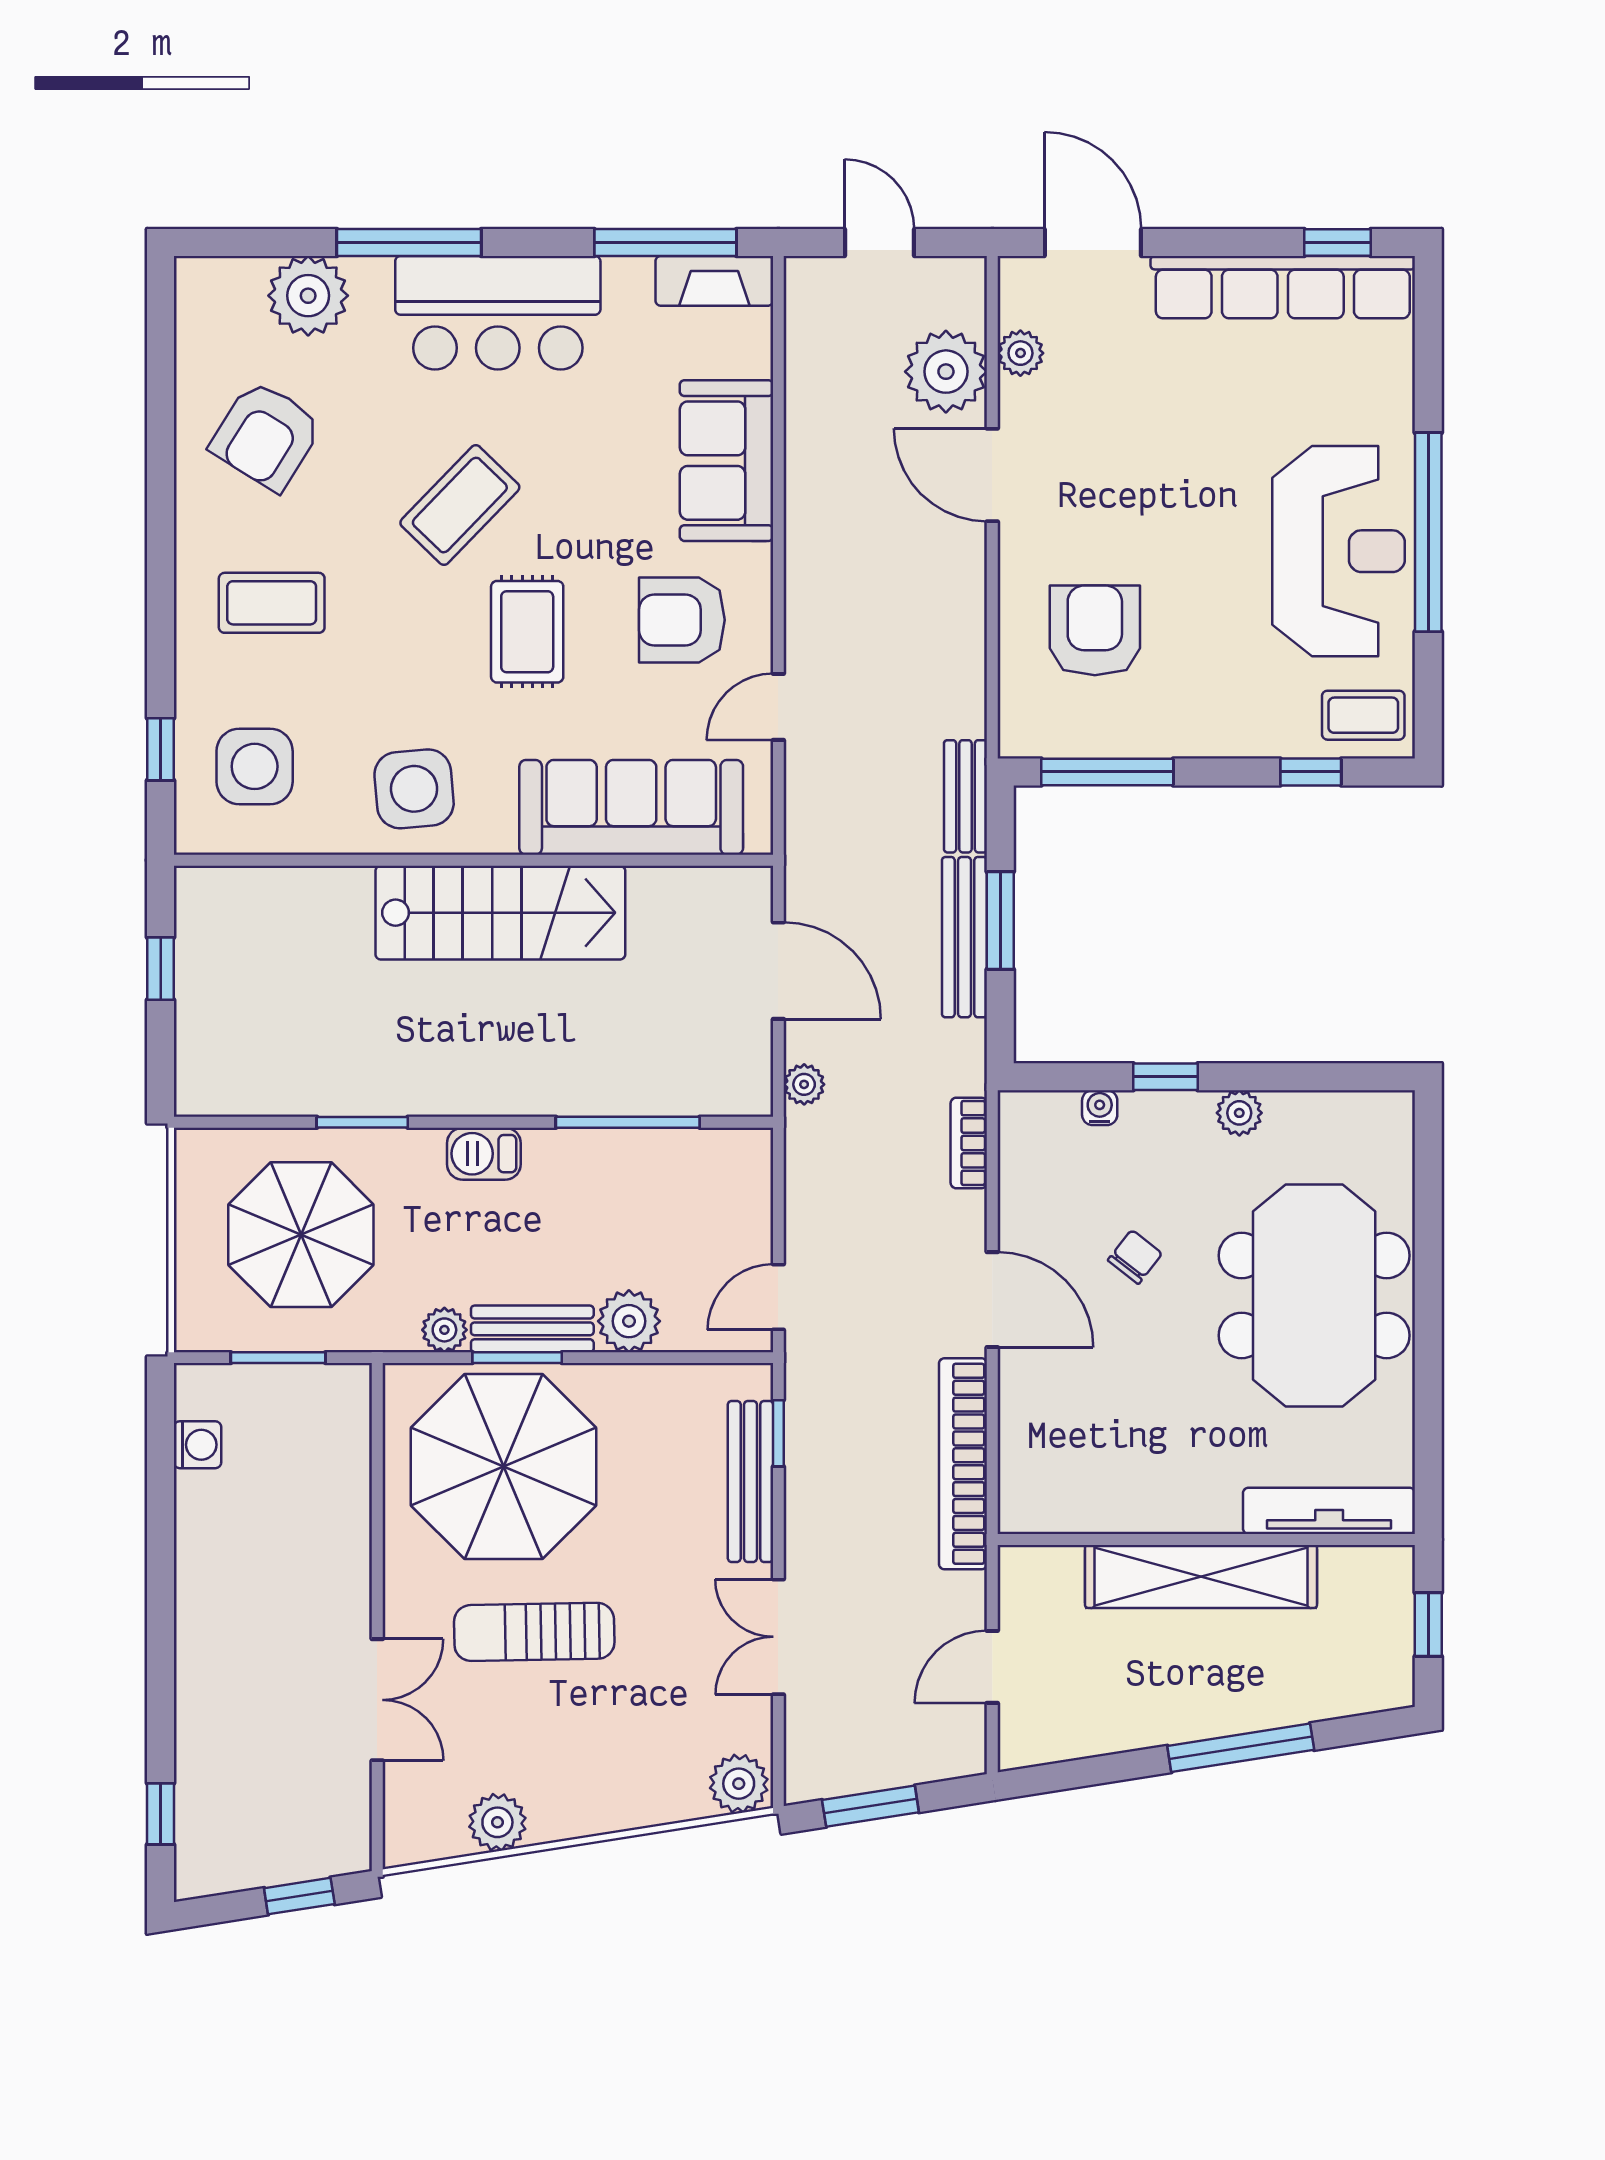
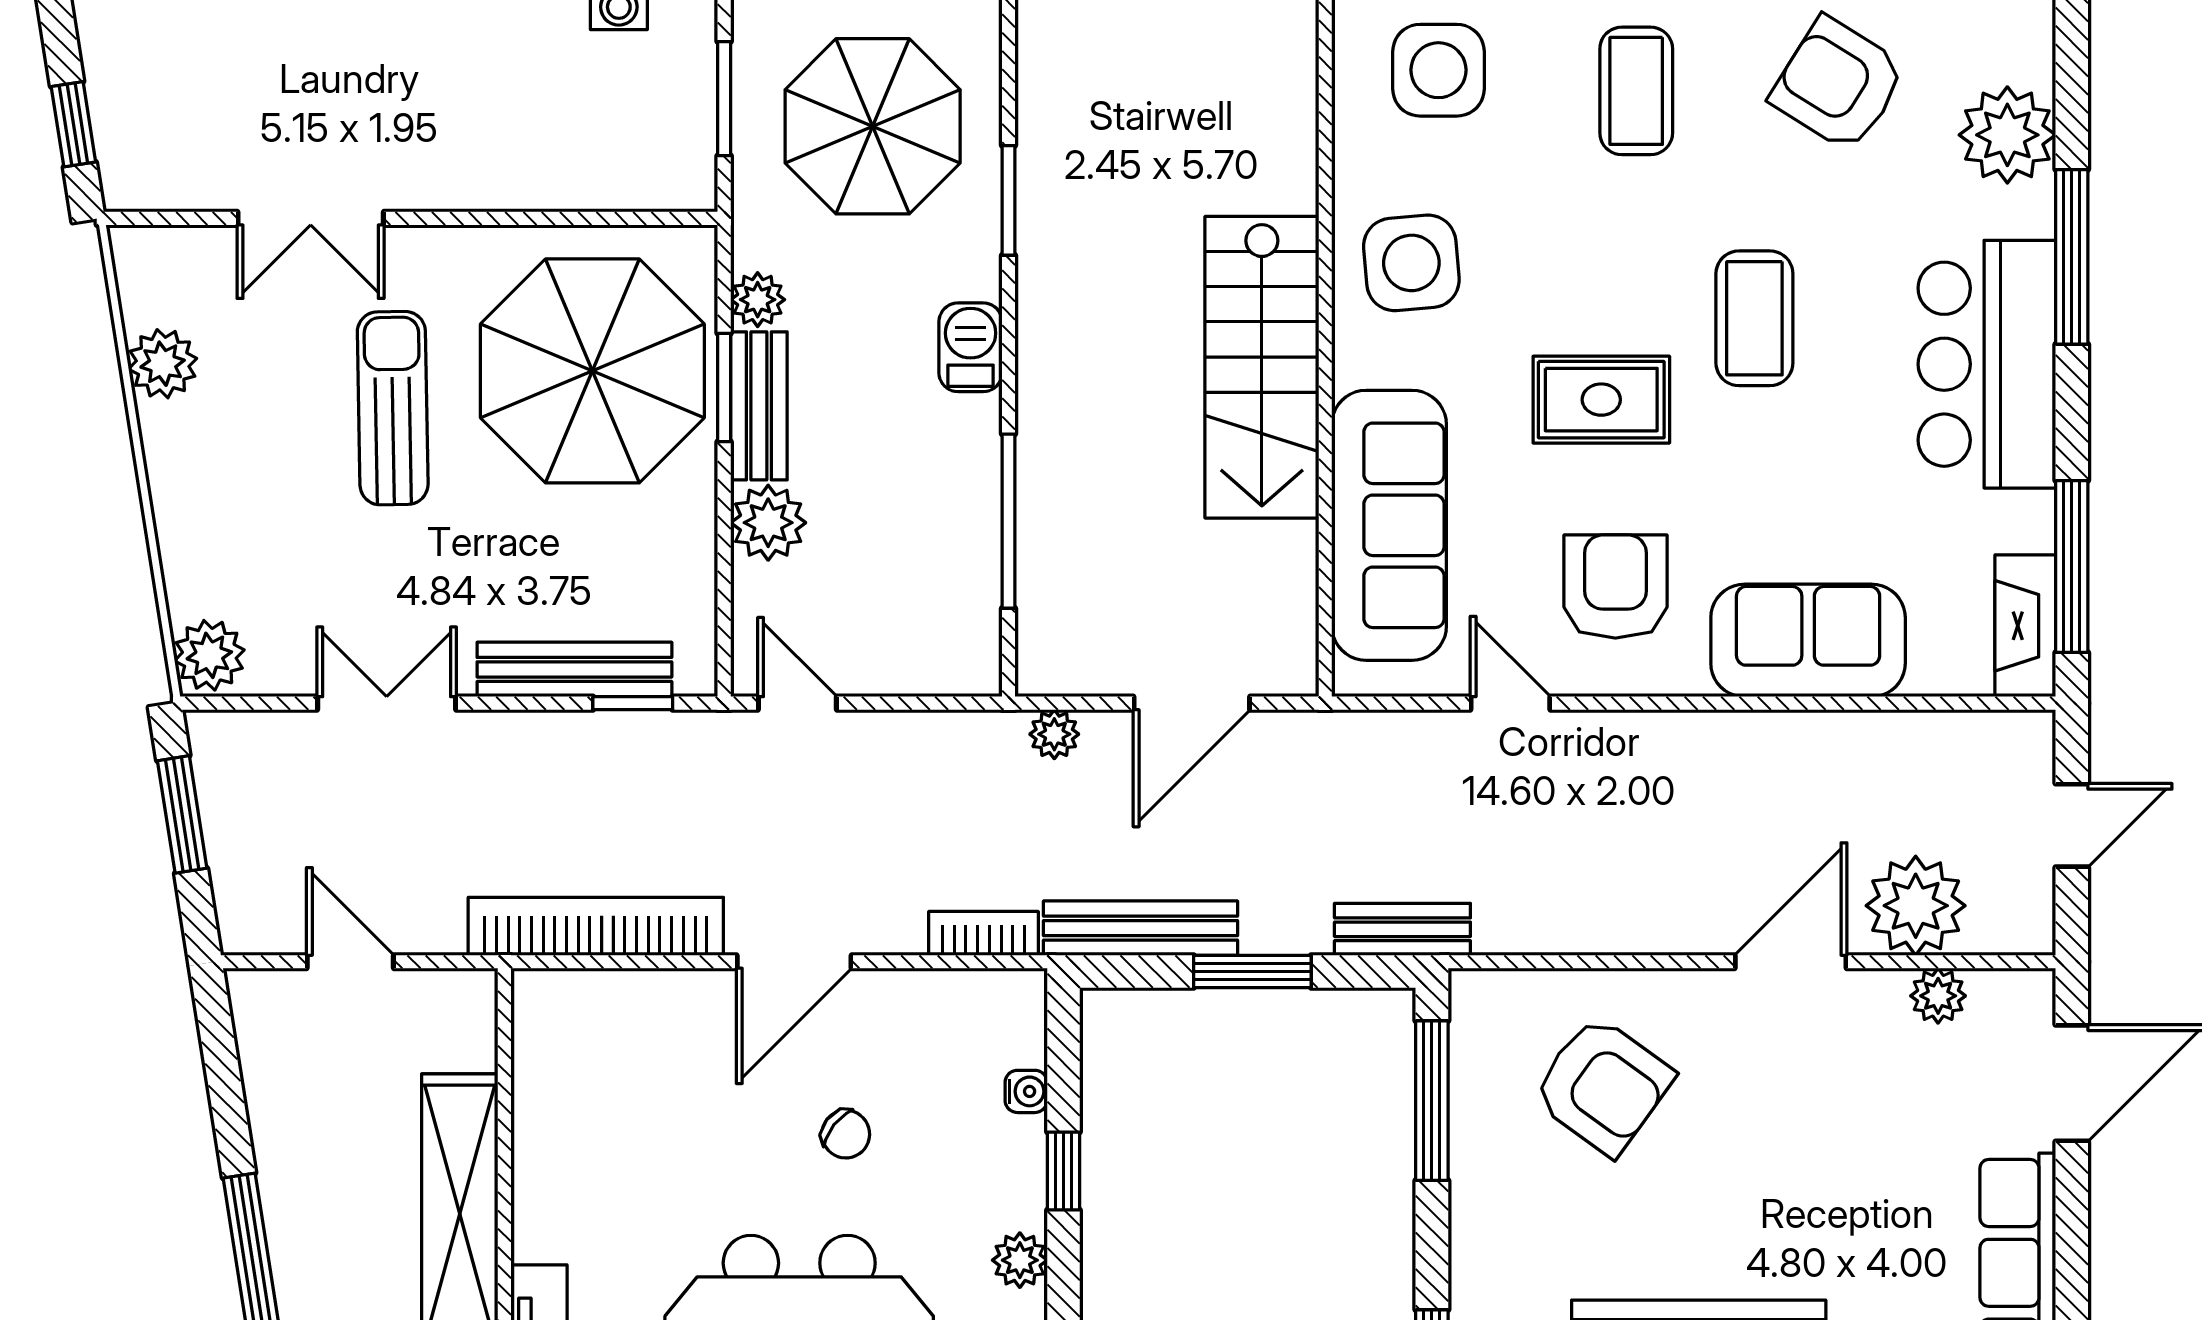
coffee table: (460, 505) -> (1754, 318), turned 46
armchair: (1095, 630) -> (1603, 1086), turned 36
bench: (965, 937) -> (1141, 928), moved

